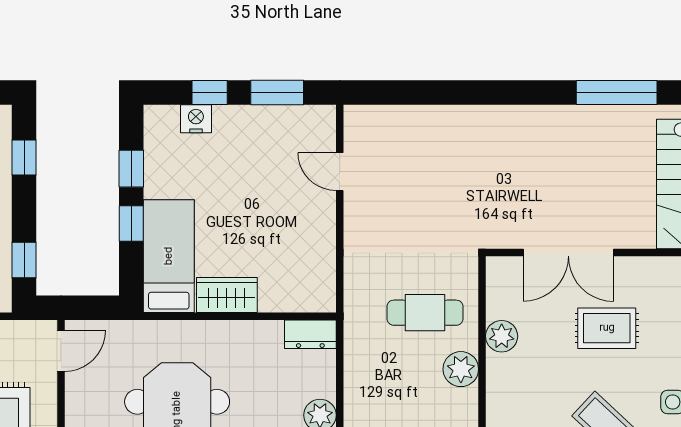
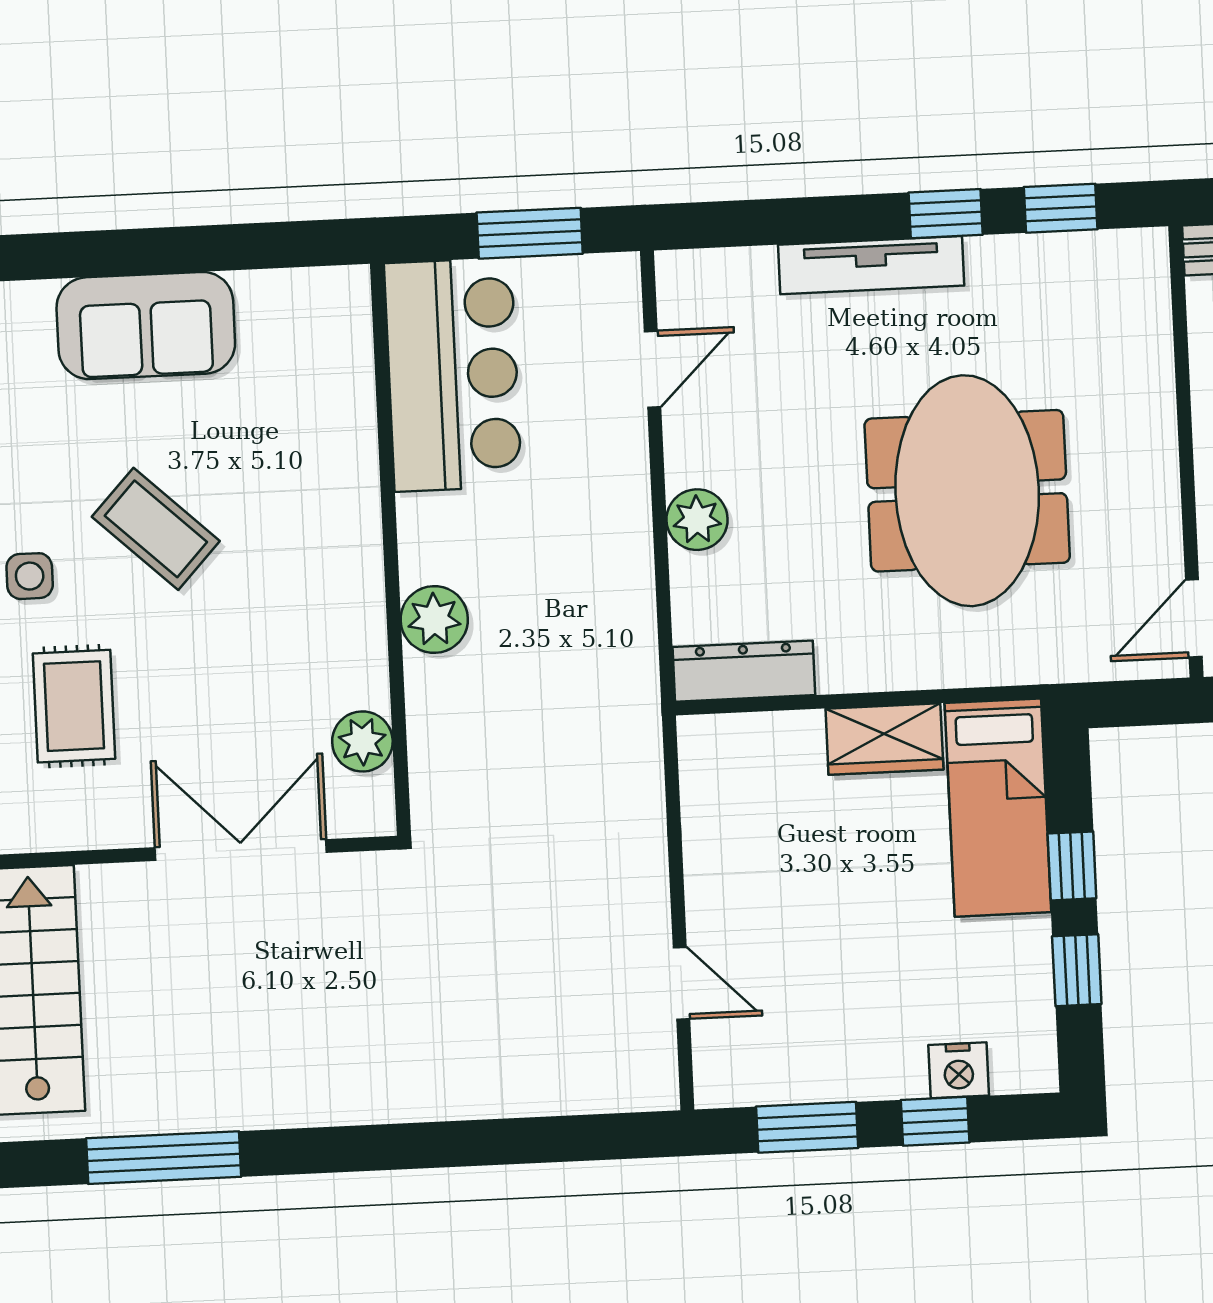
cafe table: (425, 313) -> (507, 723), removed
rug: (607, 328) -> (74, 706), moved, turned 90
dresser: (310, 334) -> (744, 671), width x1.44
plant: (502, 336) -> (362, 741), moved

